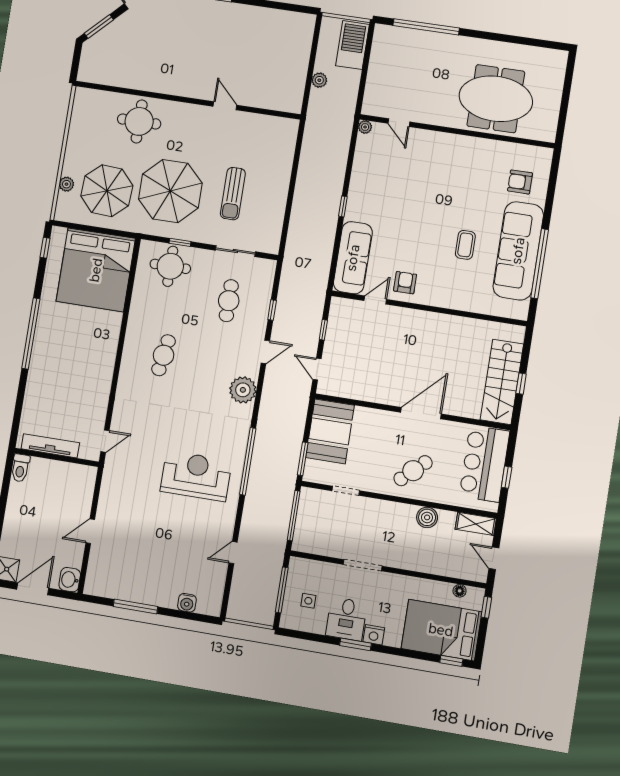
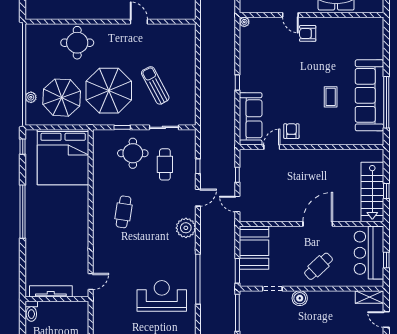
door: (399, 123) -> (290, 15), moved
armchair: (520, 182) -> (308, 33), moved
sun lounger: (233, 194) -> (155, 85), turned 152
round table: (170, 266) -> (133, 153), moved
boiler: (427, 517) -> (300, 298), moved

